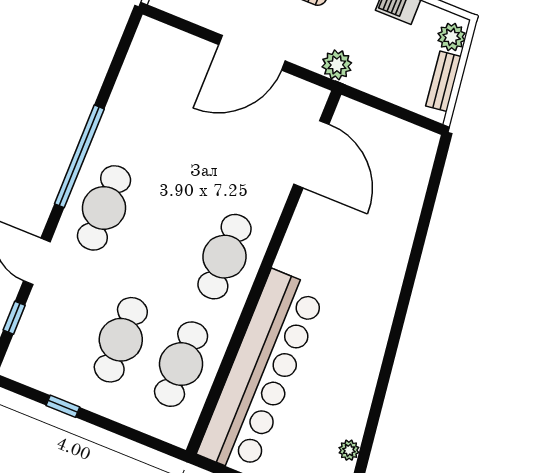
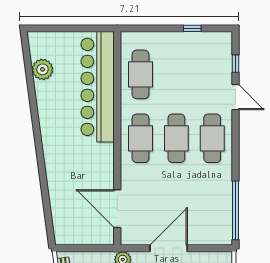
window: (79, 156) -> (235, 210), moved
cafe table: (121, 340) -> (176, 138), moved
plant: (349, 450) -> (42, 69), width x1.88, depth x1.88

